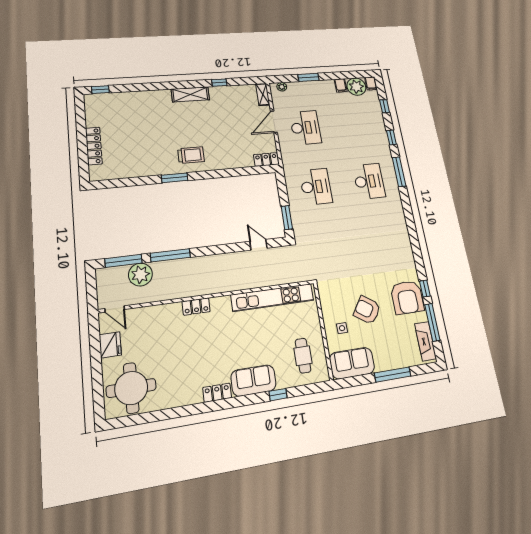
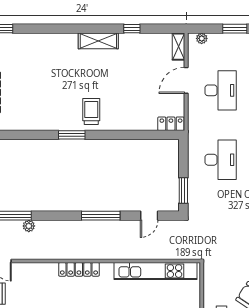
trolley: (191, 155) -> (91, 111), turned -90
door: (259, 245) -> (149, 216), swing flipped
window: (170, 255) -> (101, 216), moved
plant: (140, 275) -> (29, 226), width x0.53, depth x0.53
locker: (196, 306) -> (79, 269), width x1.53

